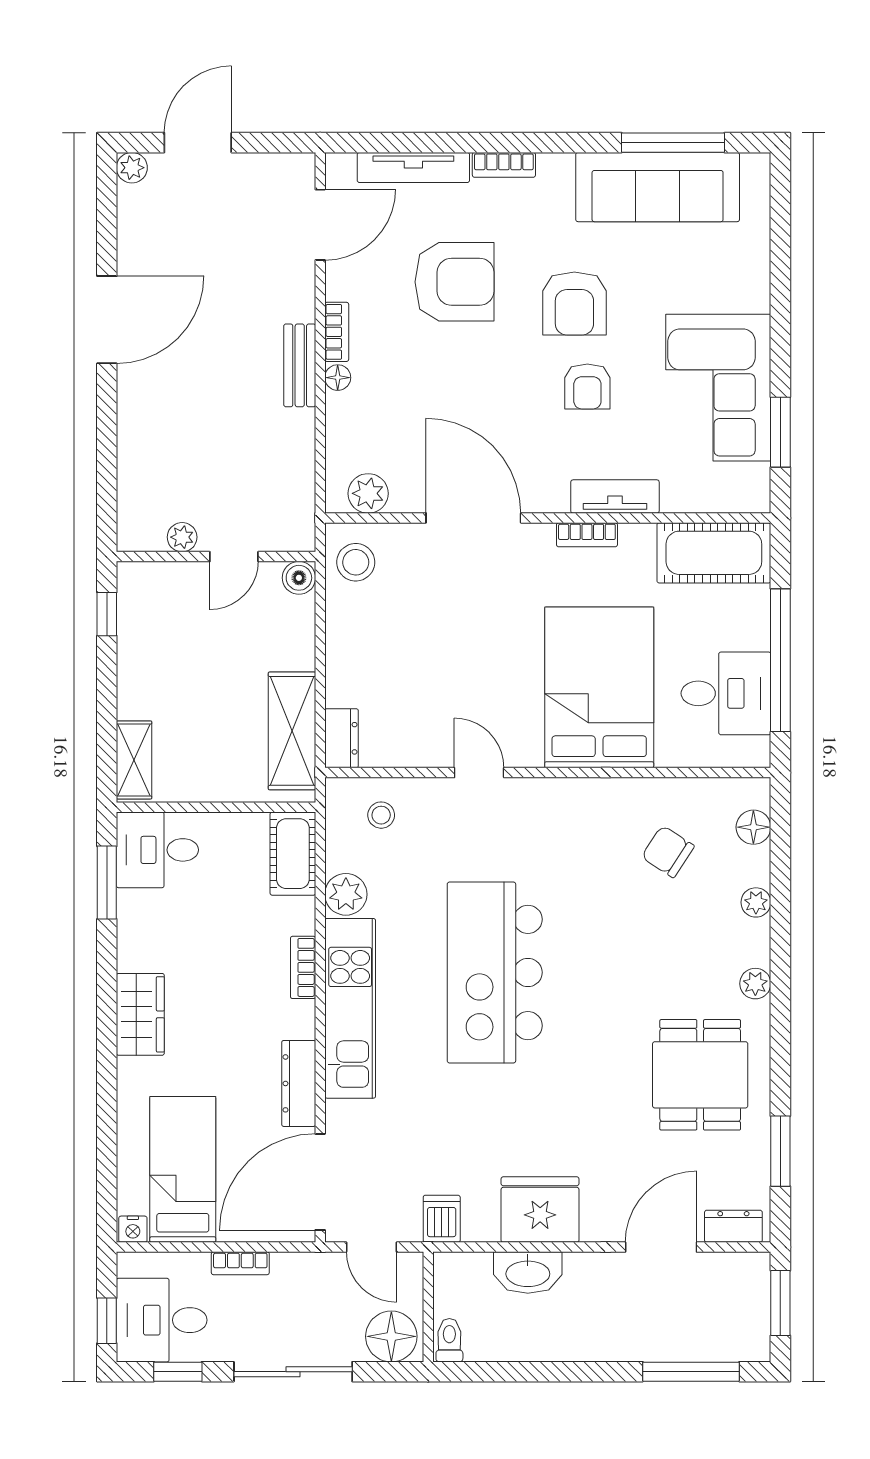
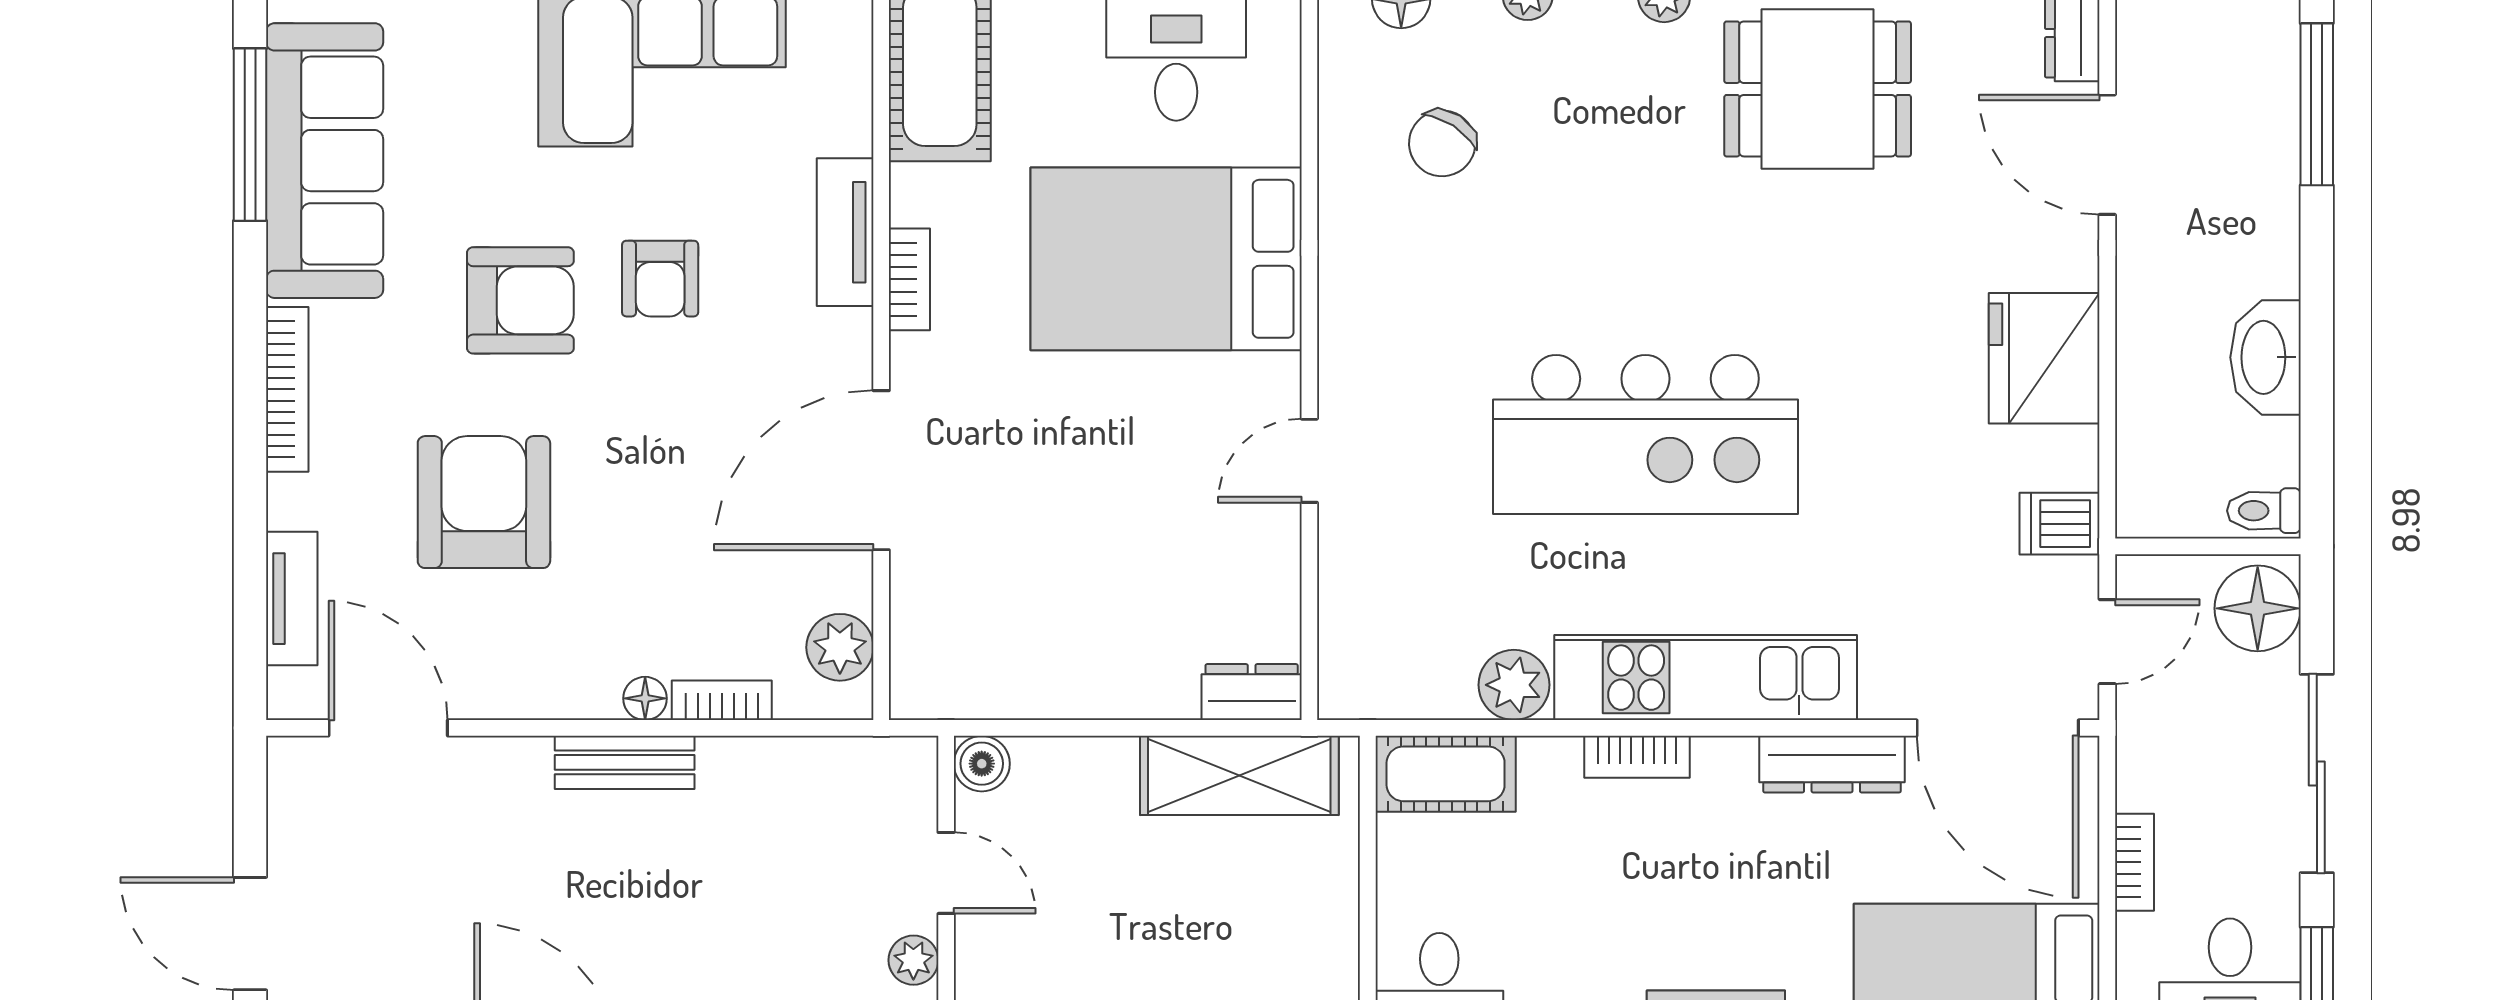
bookcase: (504, 165) -> (287, 389), width x1.56
tv unit: (413, 167) -> (292, 599), width x0.71
bookcase: (337, 332) -> (722, 700), moved
armchair: (587, 387) -> (660, 279), turned 90
stool: (356, 562) -> (956, 668), removed
stool: (381, 815) -> (1381, 625), removed
washbasin: (528, 1273) -> (2266, 357), moved, turned 180

